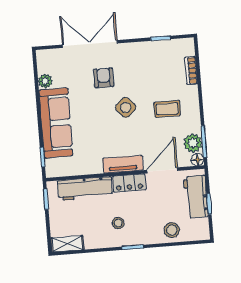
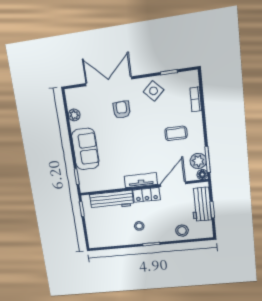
side table: (126, 107) -> (154, 91), moved
sofa: (56, 123) -> (85, 149), width x0.73
shelving: (67, 244) -> (101, 242), removed

